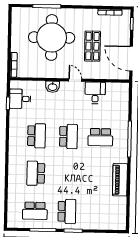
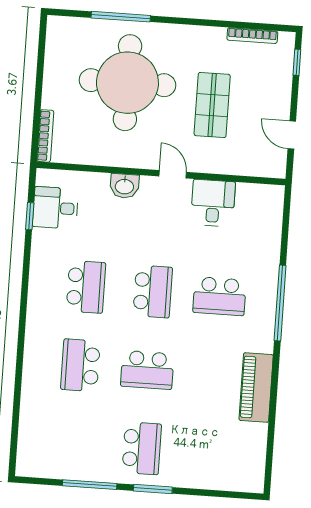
door: (131, 59) -> (292, 135), width x0.53
school desk: (35, 211) -> (147, 370), moved

